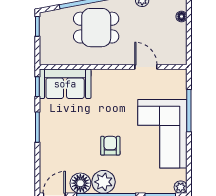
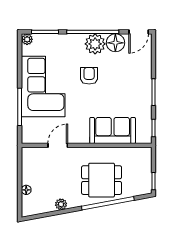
door: (146, 67) -> (58, 145), swing flipped
sofa: (65, 84) -> (113, 130), moved
armchair: (110, 146) -> (89, 76), turned 180

